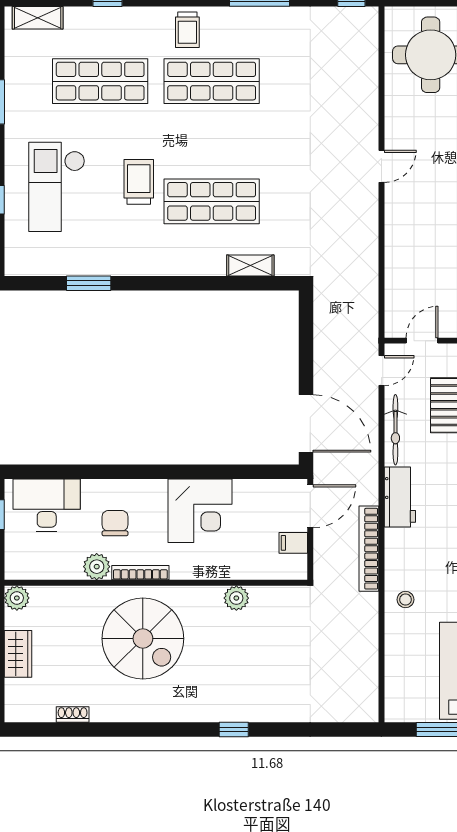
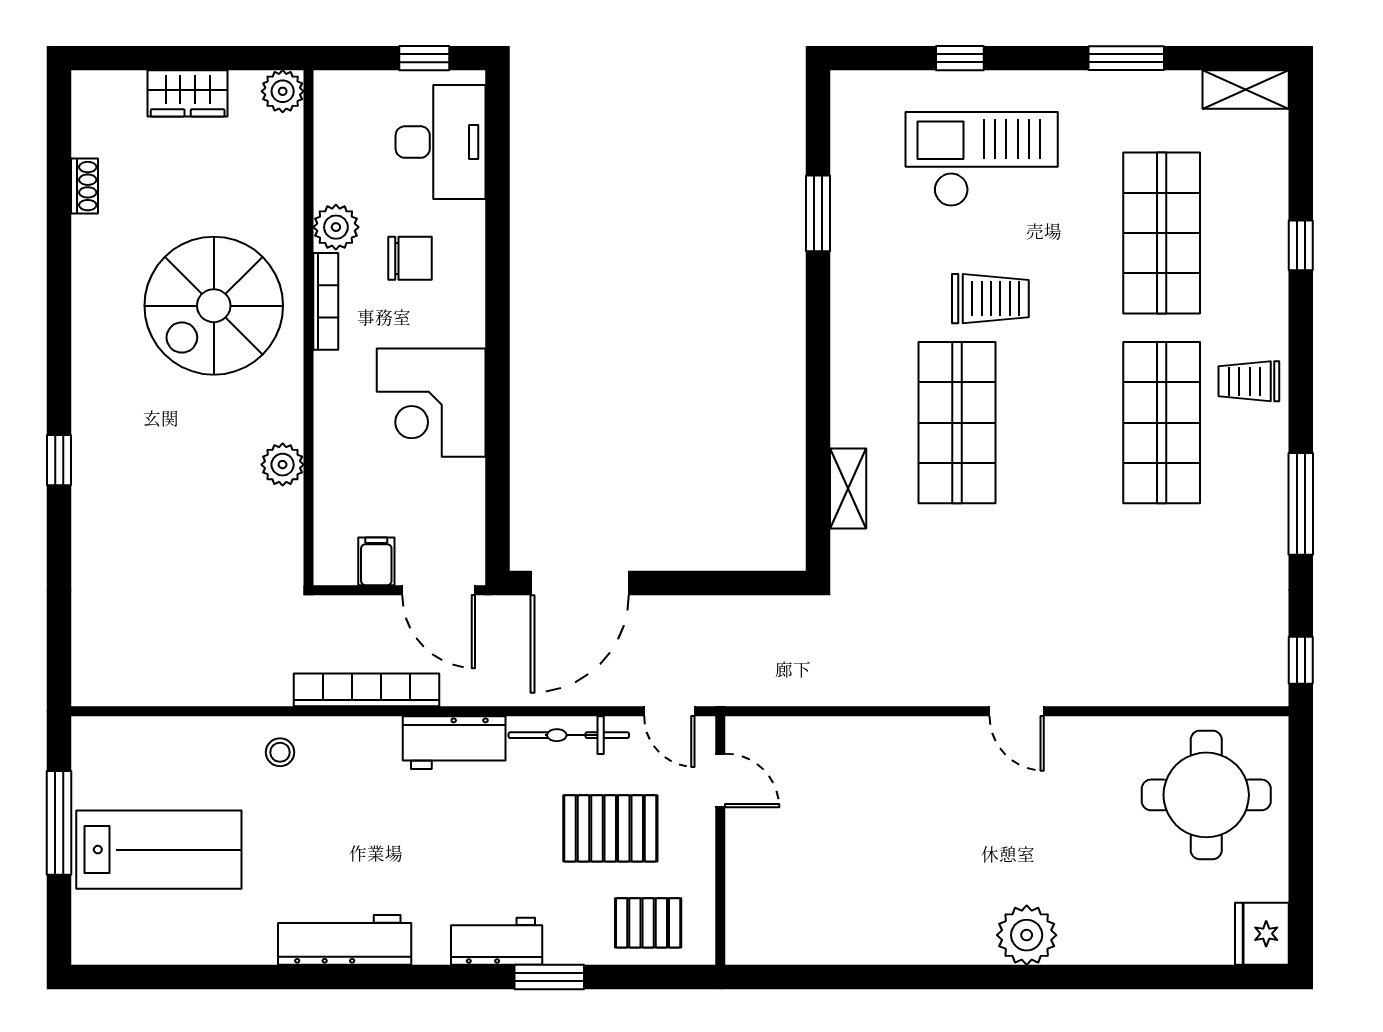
shelving: (38, 18) -> (1246, 90), moved, turned 90

